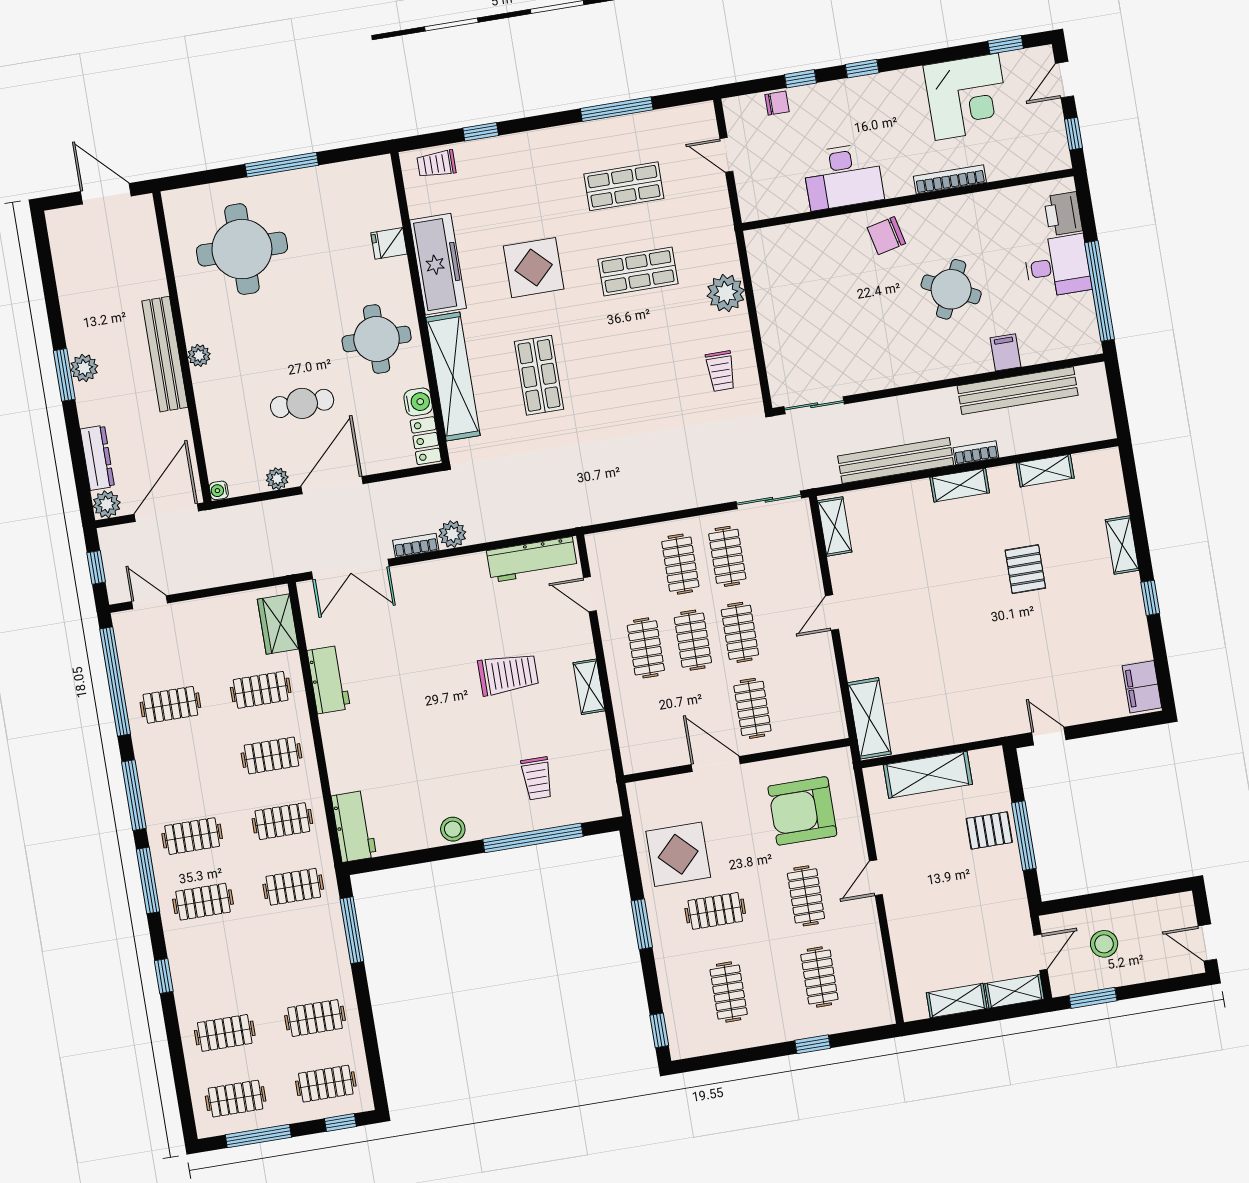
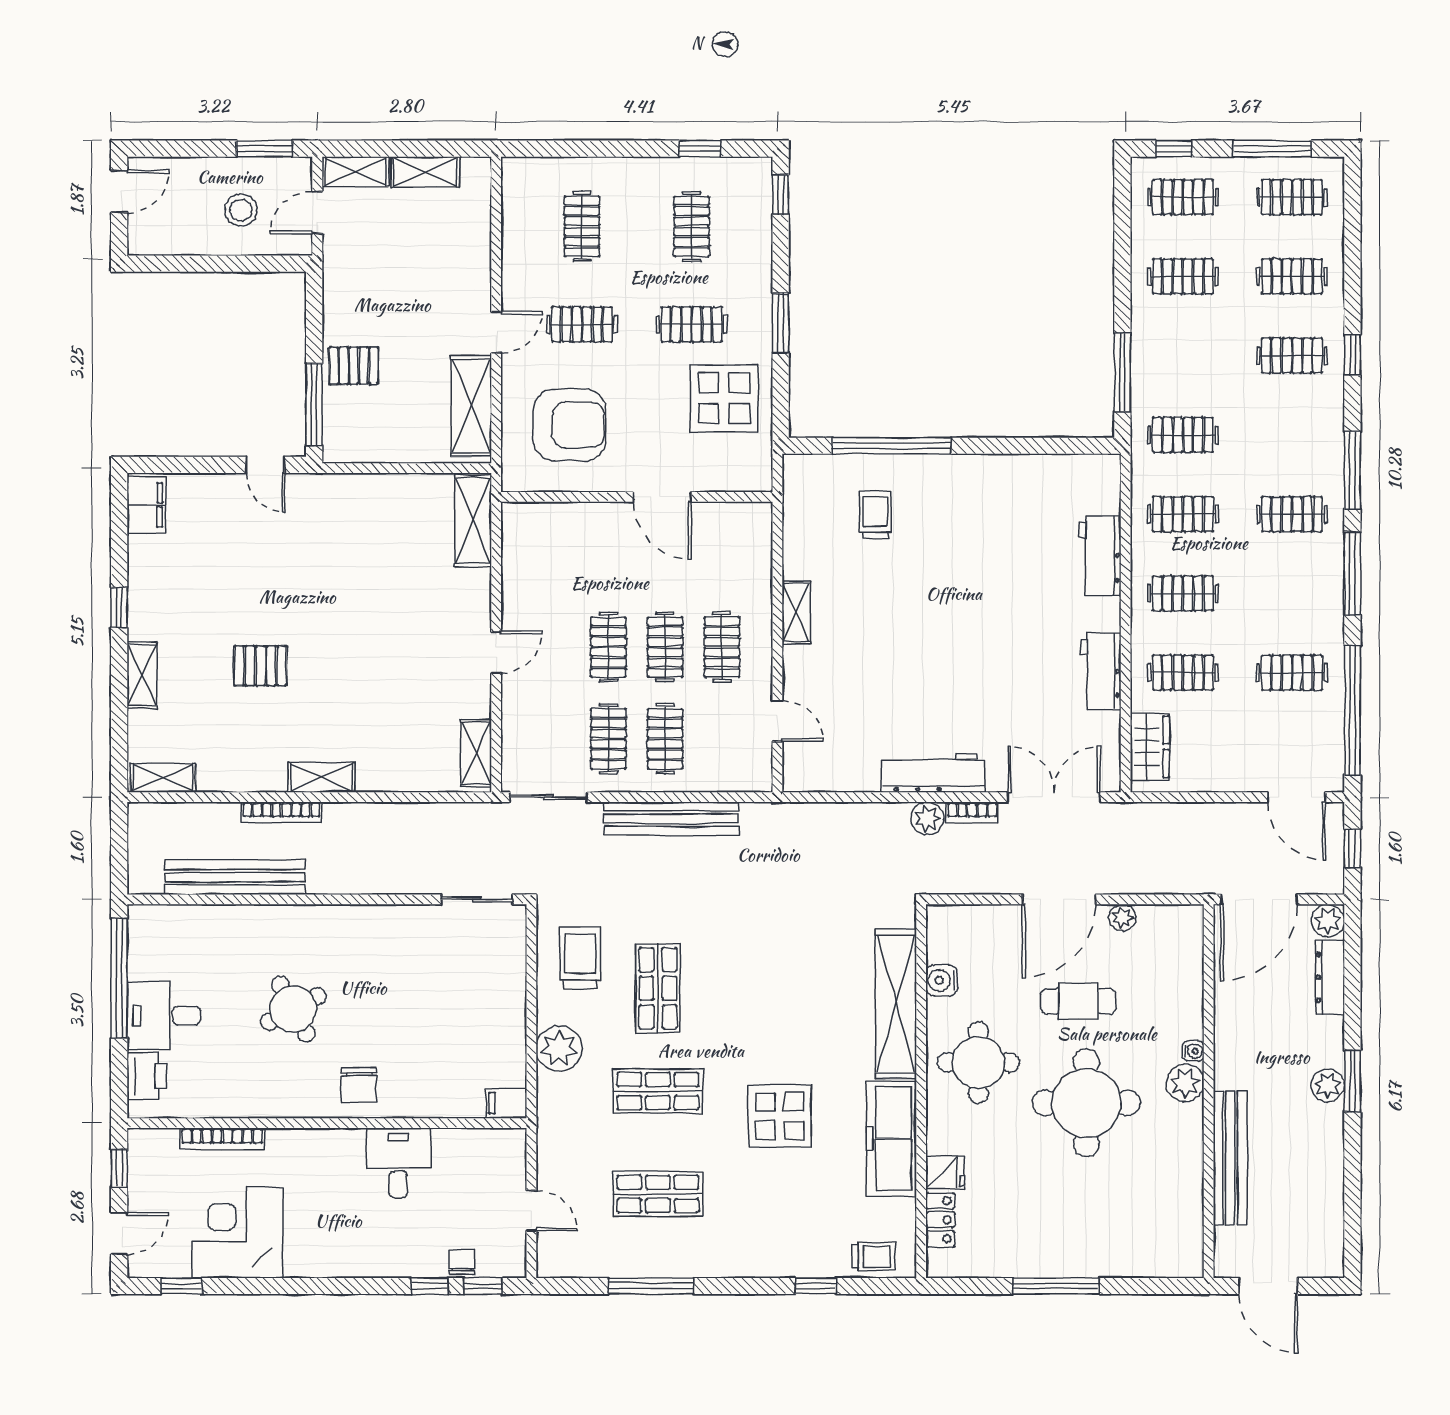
window: (862, 69) -> (483, 1286), moved
chair: (777, 103) -> (462, 1262), turned 90
desk: (843, 176) -> (398, 1163), width x0.73
bookcase: (950, 179) -> (222, 1139), moved
chair: (886, 236) -> (359, 1085), turned 103
round table: (242, 249) -> (1086, 1103), moved
round table: (951, 289) -> (293, 1009), turned 36
filing cabinet: (1005, 352) -> (506, 1103), moved, turned 90
bench: (165, 354) -> (1230, 1158), moved
plant: (199, 355) -> (1185, 1083), width x1.38, depth x1.38
trolley: (721, 371) -> (580, 958), width x1.36, depth x1.39
shop shelf: (539, 375) -> (658, 988), moved
locker: (426, 441) -> (940, 1220), moved
bookcase: (976, 453) -> (281, 812), width x1.56
bench: (896, 460) -> (671, 819), moved
shelving: (1045, 471) -> (163, 778), moved
water cooler: (219, 490) -> (1193, 1051), moved
workbench: (532, 560) -> (933, 773), moved
pallet: (1025, 569) -> (260, 666), turned 90
door: (150, 602) -> (1296, 797), width x1.38
trolley: (508, 674) -> (889, 643), removed
clothes rail: (752, 708) -> (608, 555), removed
shelving: (928, 775) -> (471, 406), moved, turned 90
workbench: (354, 826) -> (1100, 556), moved
stool: (453, 829) -> (984, 472), removed
window: (1024, 836) -> (314, 404), moved
clothes rail: (806, 896) -> (582, 324), turned 90
clothes rail: (203, 902) -> (1292, 356), moved
door: (1207, 943) -> (119, 191), hinge flipped
window: (813, 1044) -> (700, 149), moved

